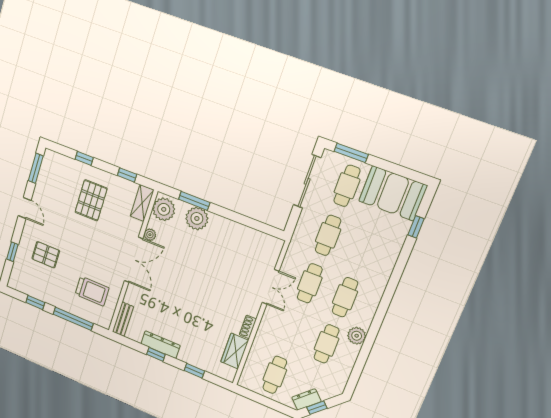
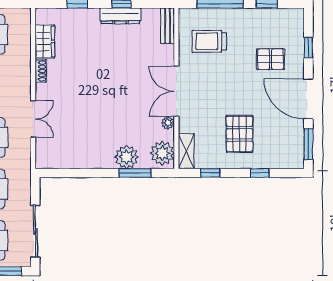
door: (25, 208) -> (308, 99), width x1.88
double door: (271, 287) -> (33, 119), swing flipped

